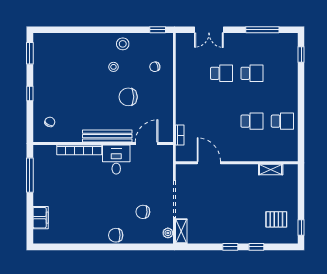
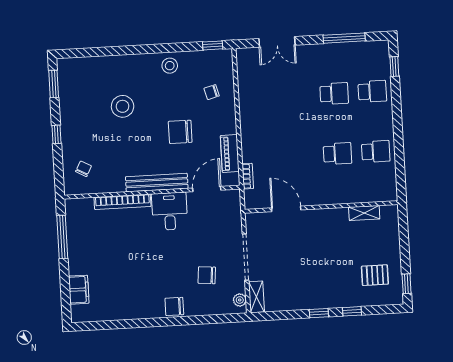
stool: (113, 67) -> (123, 106), moved, width x1.89, depth x1.89
school desk: (222, 73) -> (372, 91), moved
piano: (167, 116) -> (230, 154), added

